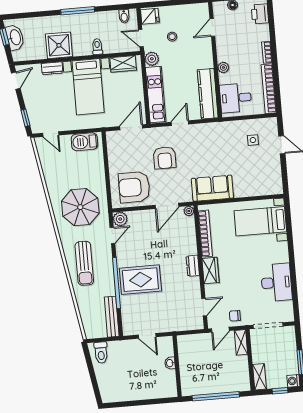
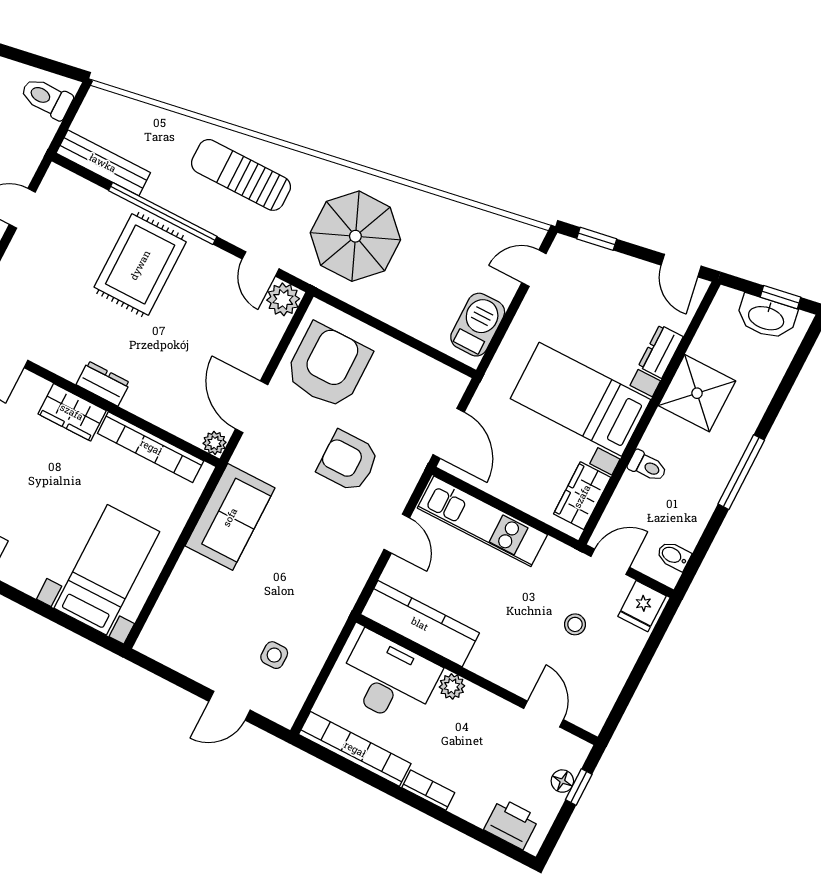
plant: (152, 59) -> (557, 558), removed
desk: (236, 98) -> (388, 679), width x1.37

